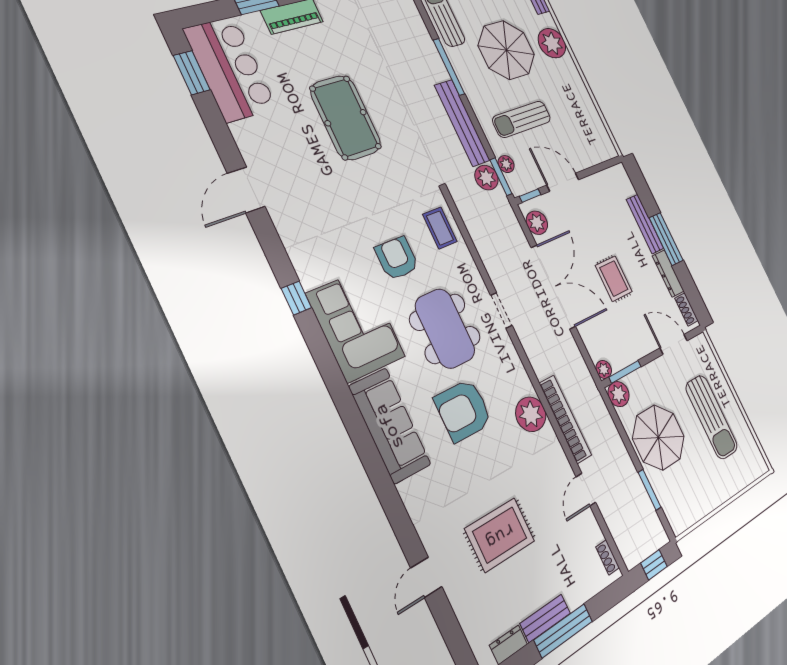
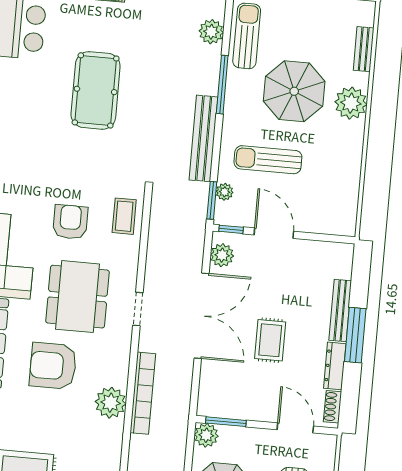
plant: (486, 178) -> (211, 32), moved
plant: (604, 369) -> (205, 408), removed
bookcase: (565, 419) -> (143, 393), moved

